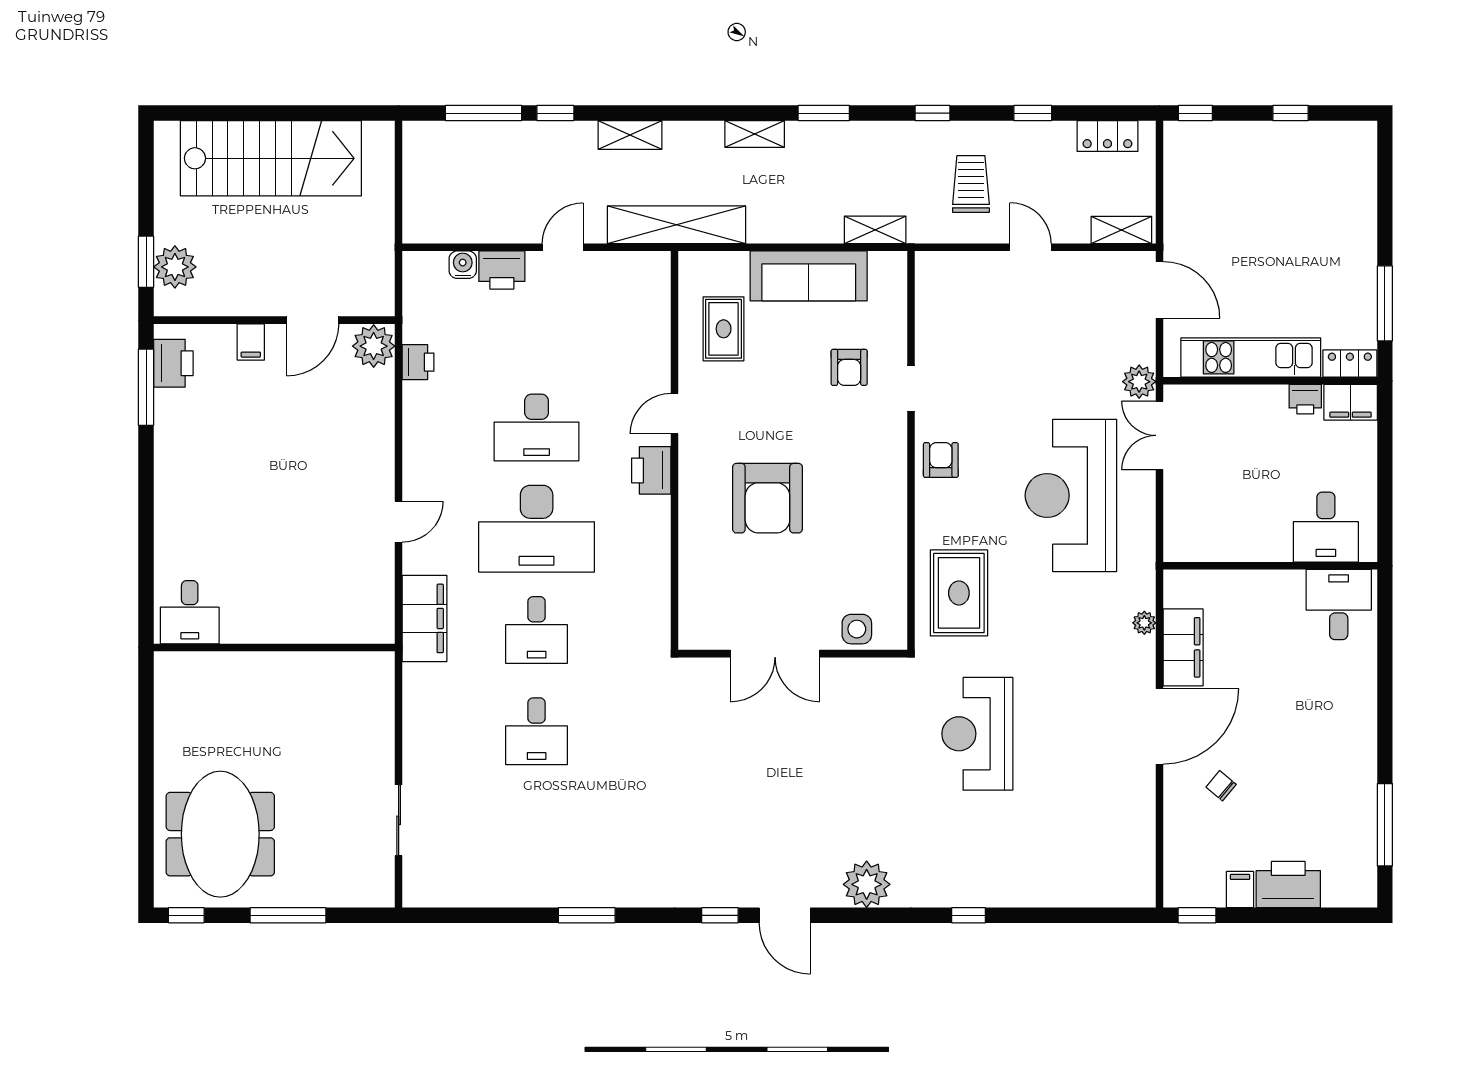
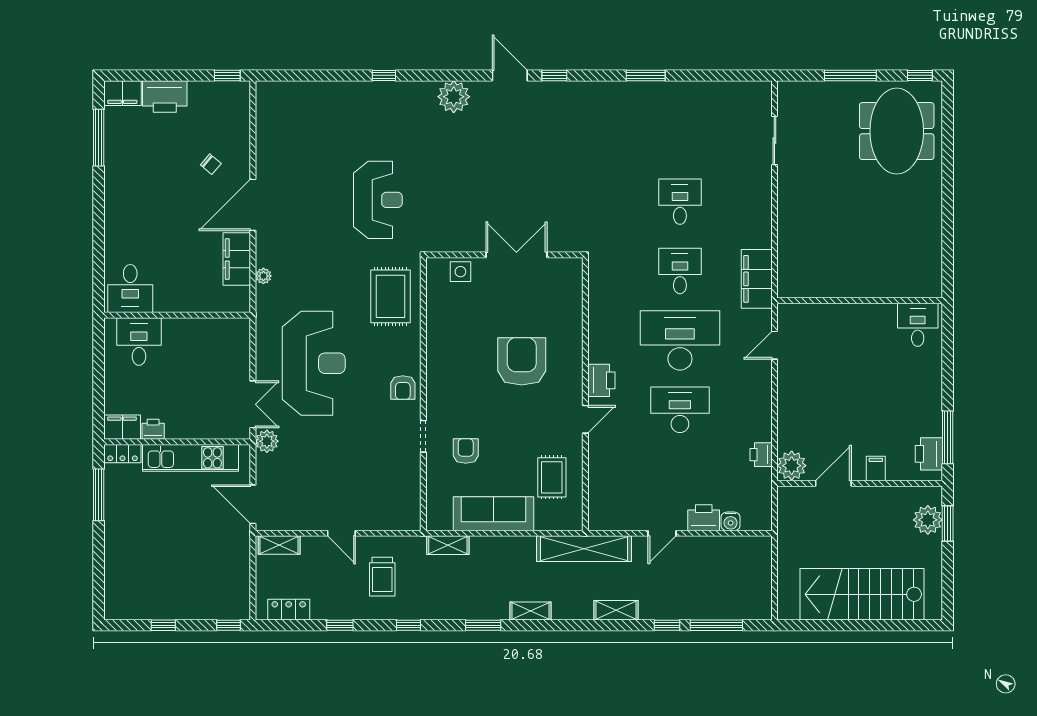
desk: (190, 612) -> (918, 325), moved
wall: (274, 648) -> (860, 301), moved
filing cabinet: (1240, 890) -> (122, 93), moved, width x2.00

